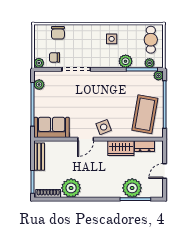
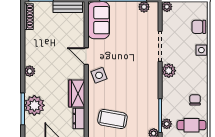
side table: (112, 39) -> (201, 50), moved
chair: (55, 57) -> (195, 100), moved
plant: (126, 61) -> (169, 71), moved
coffee table: (145, 114) -> (112, 119), width x0.73, depth x0.76
plant: (71, 188) -> (30, 71), moved, width x0.53, depth x0.53

